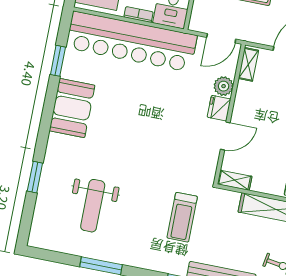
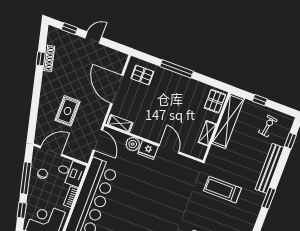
shelving: (235, 180) -> (207, 133), moved
treadmill: (182, 217) -> (222, 190), turned 180

